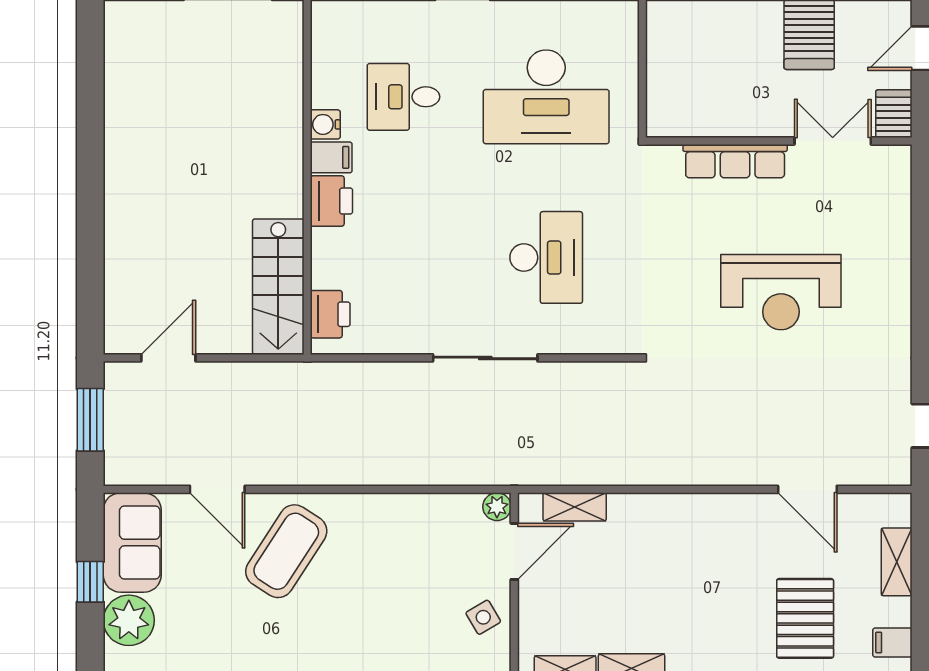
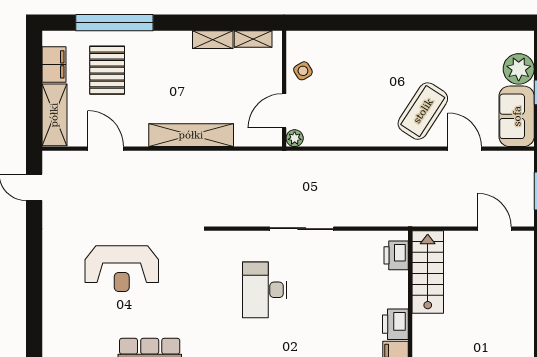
reception desk: (781, 292) -> (122, 269), turned 180
door: (168, 358) -> (495, 229), swing flipped
shelving: (575, 507) -> (191, 135), moved, width x2.20, depth x1.33
shelving: (897, 562) -> (54, 115), width x1.50, depth x1.33
filing cabinet: (892, 642) -> (54, 64), width x2.00

